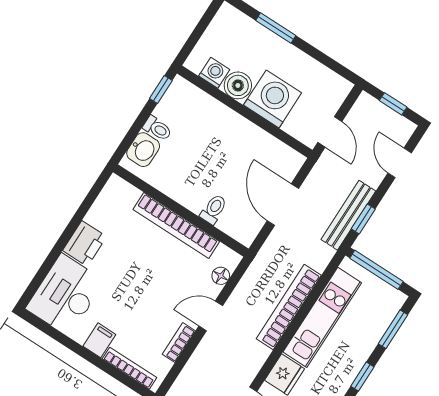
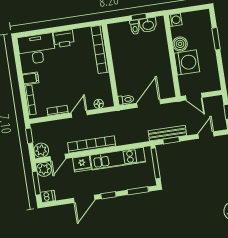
washing machine: (214, 73) -> (175, 20), moved
window: (161, 89) -> (139, 17), moved
door: (330, 132) -> (194, 97), hinge flipped
washbasin: (143, 150) -> (148, 25), moved
toilet: (214, 209) -> (126, 100), moved
bookcase: (176, 225) -> (100, 49), moved
bookcase: (289, 307) -> (92, 144), moved
door: (211, 316) -> (79, 114), hinge flipped

